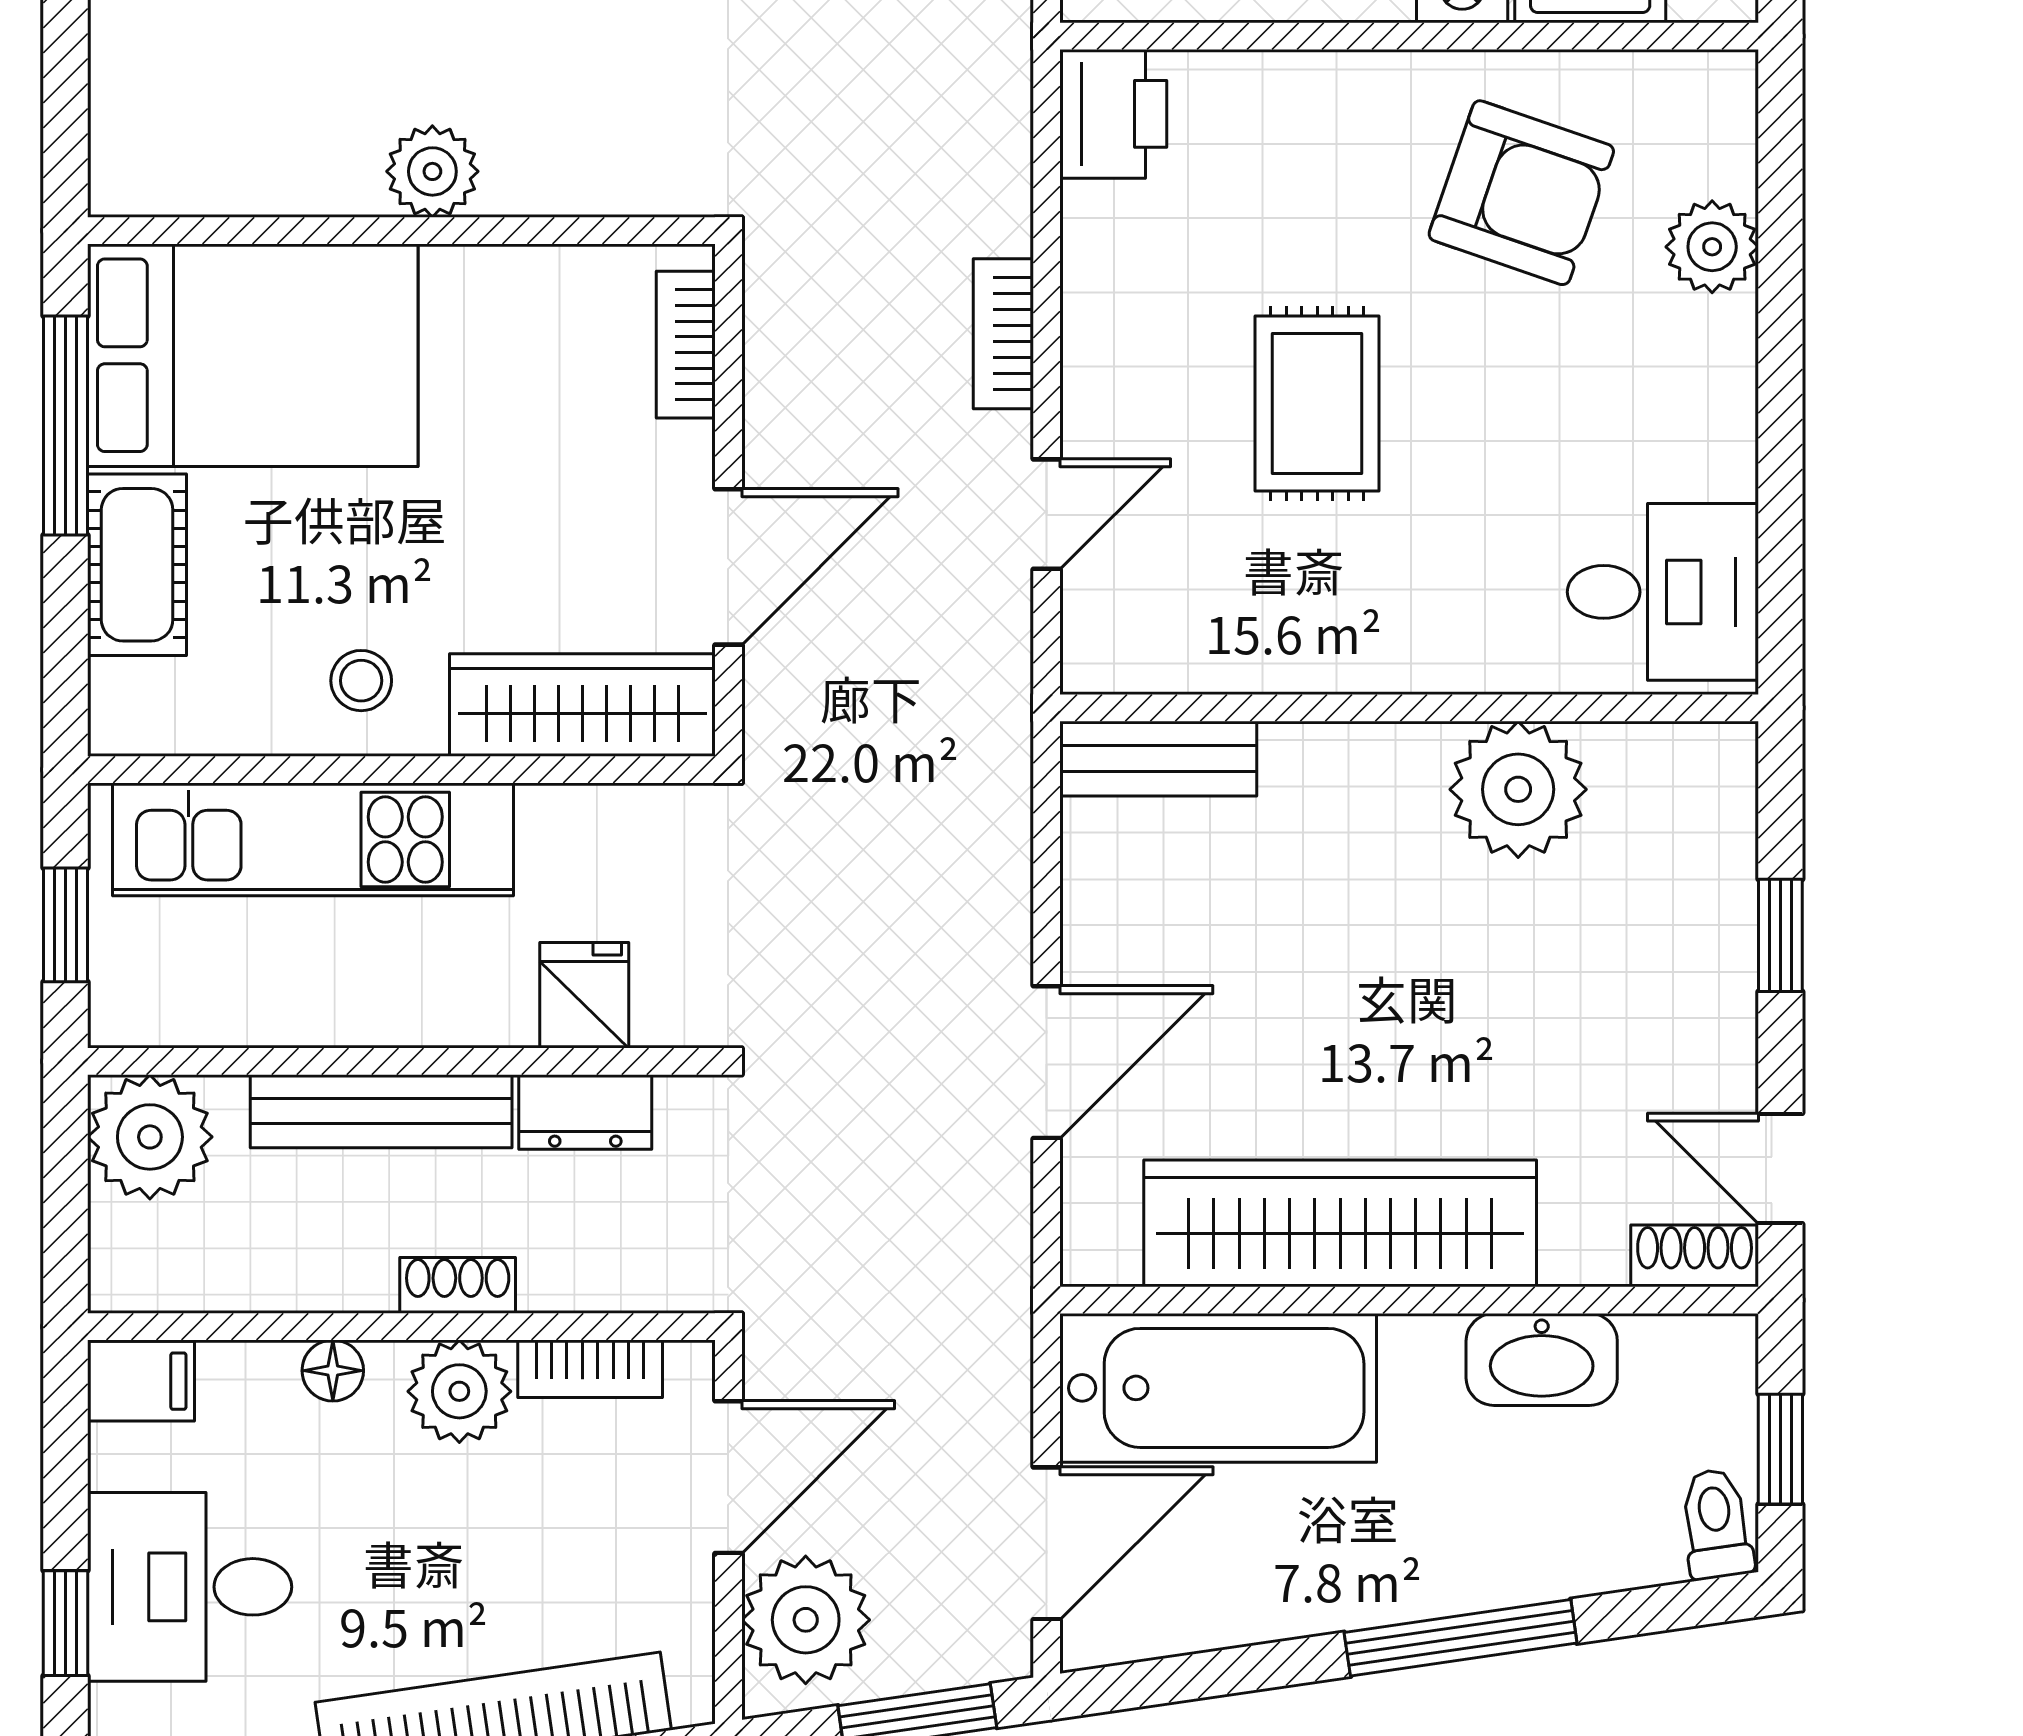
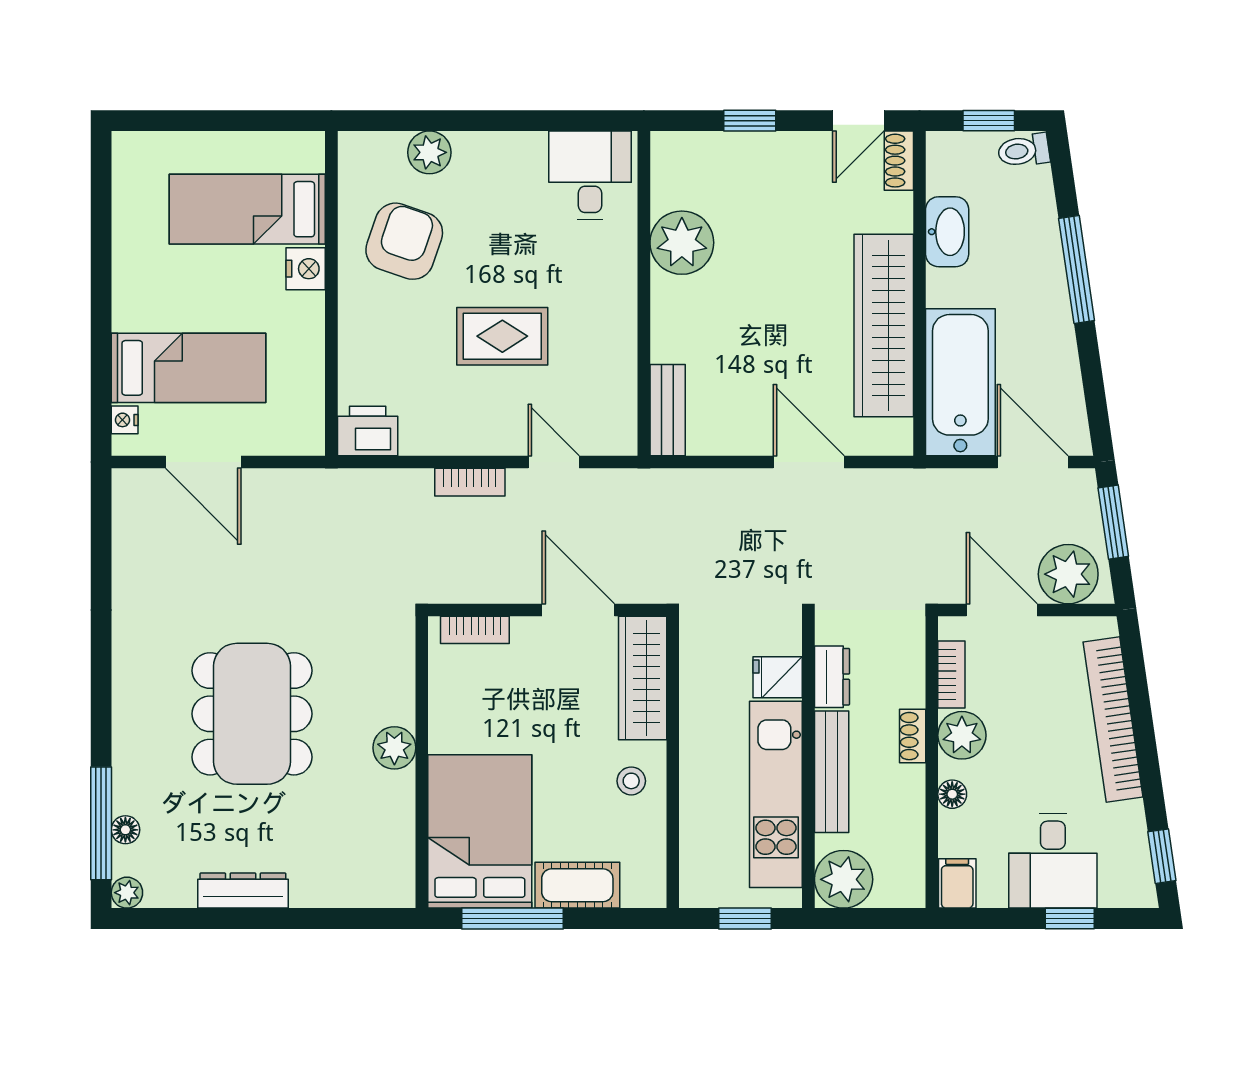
kitchen unit: (313, 839) -> (776, 794), moved, turned 180

